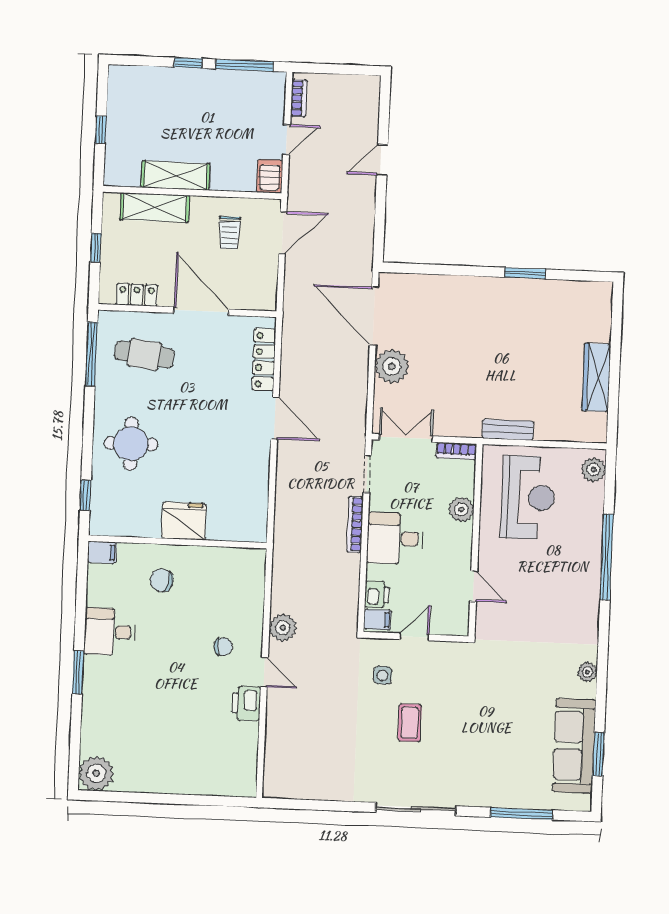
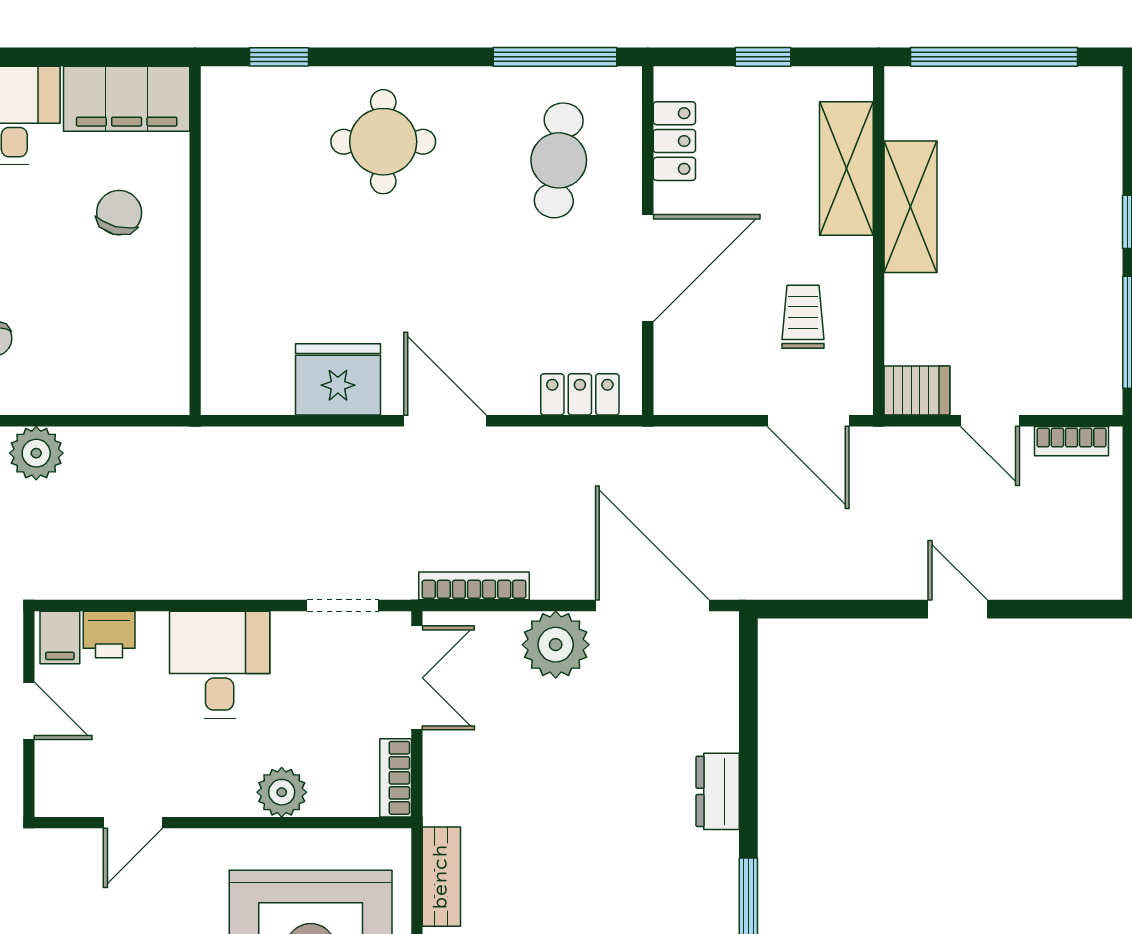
window: (101, 130) -> (994, 57), width x3.17
trolley: (229, 233) -> (803, 317), turned 90
dresser: (470, 287) -> (718, 791), added
door: (374, 316) -> (652, 606), hinge flipped
locker: (264, 360) -> (580, 394), width x0.66
door: (275, 418) -> (445, 421), swing flipped
fridge: (184, 521) -> (338, 379), moved, turned -90
bookcase: (355, 524) -> (474, 586), moved
filing cabinet: (102, 552) -> (127, 99), width x3.00, depth x1.17

